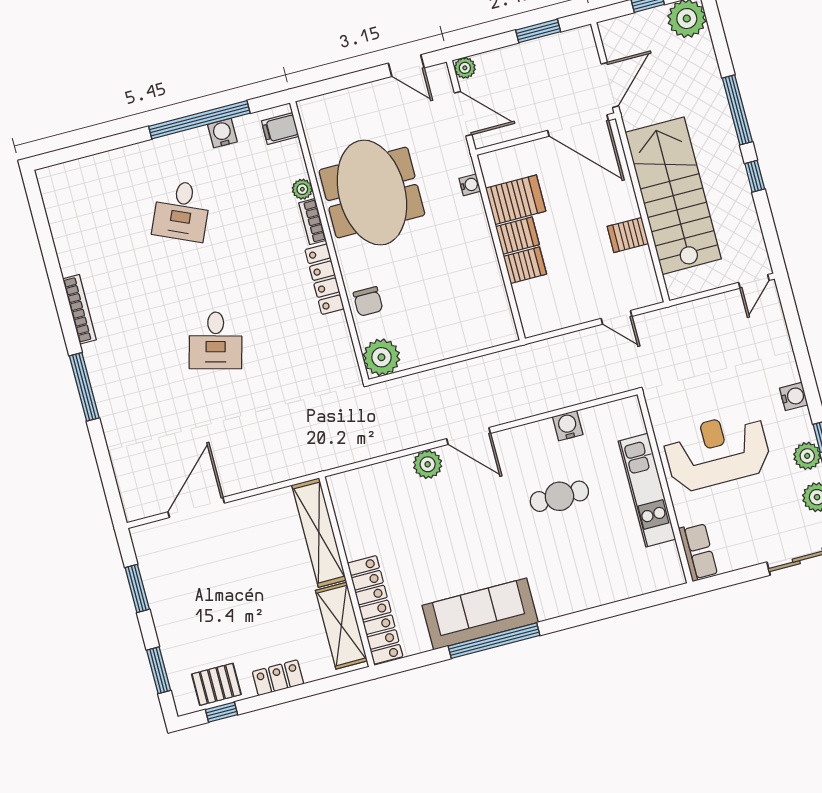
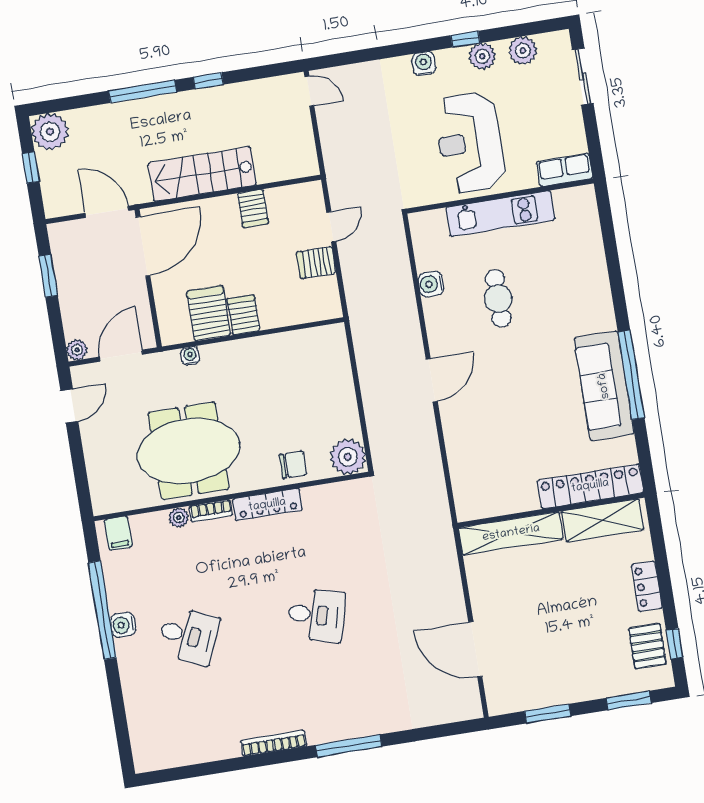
water cooler: (222, 133) -> (123, 625), moved
stairs: (673, 196) -> (202, 174), width x0.73, depth x0.66
server rack: (525, 265) -> (316, 263), moved, turned -90
plant: (428, 464) -> (455, 422), removed

